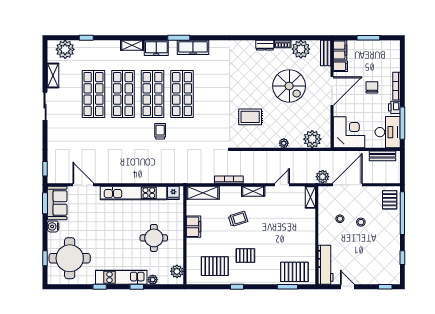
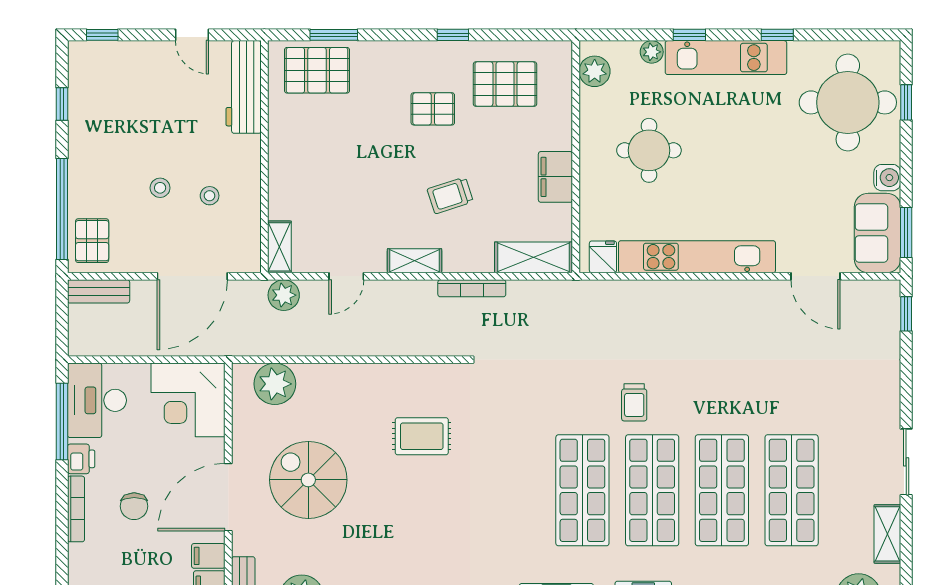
spiral stairs: (289, 86) -> (308, 480), moved
plant: (284, 143) -> (342, 374), removed
bench: (383, 156) -> (99, 291), moved
plant: (323, 177) -> (284, 295), moved

